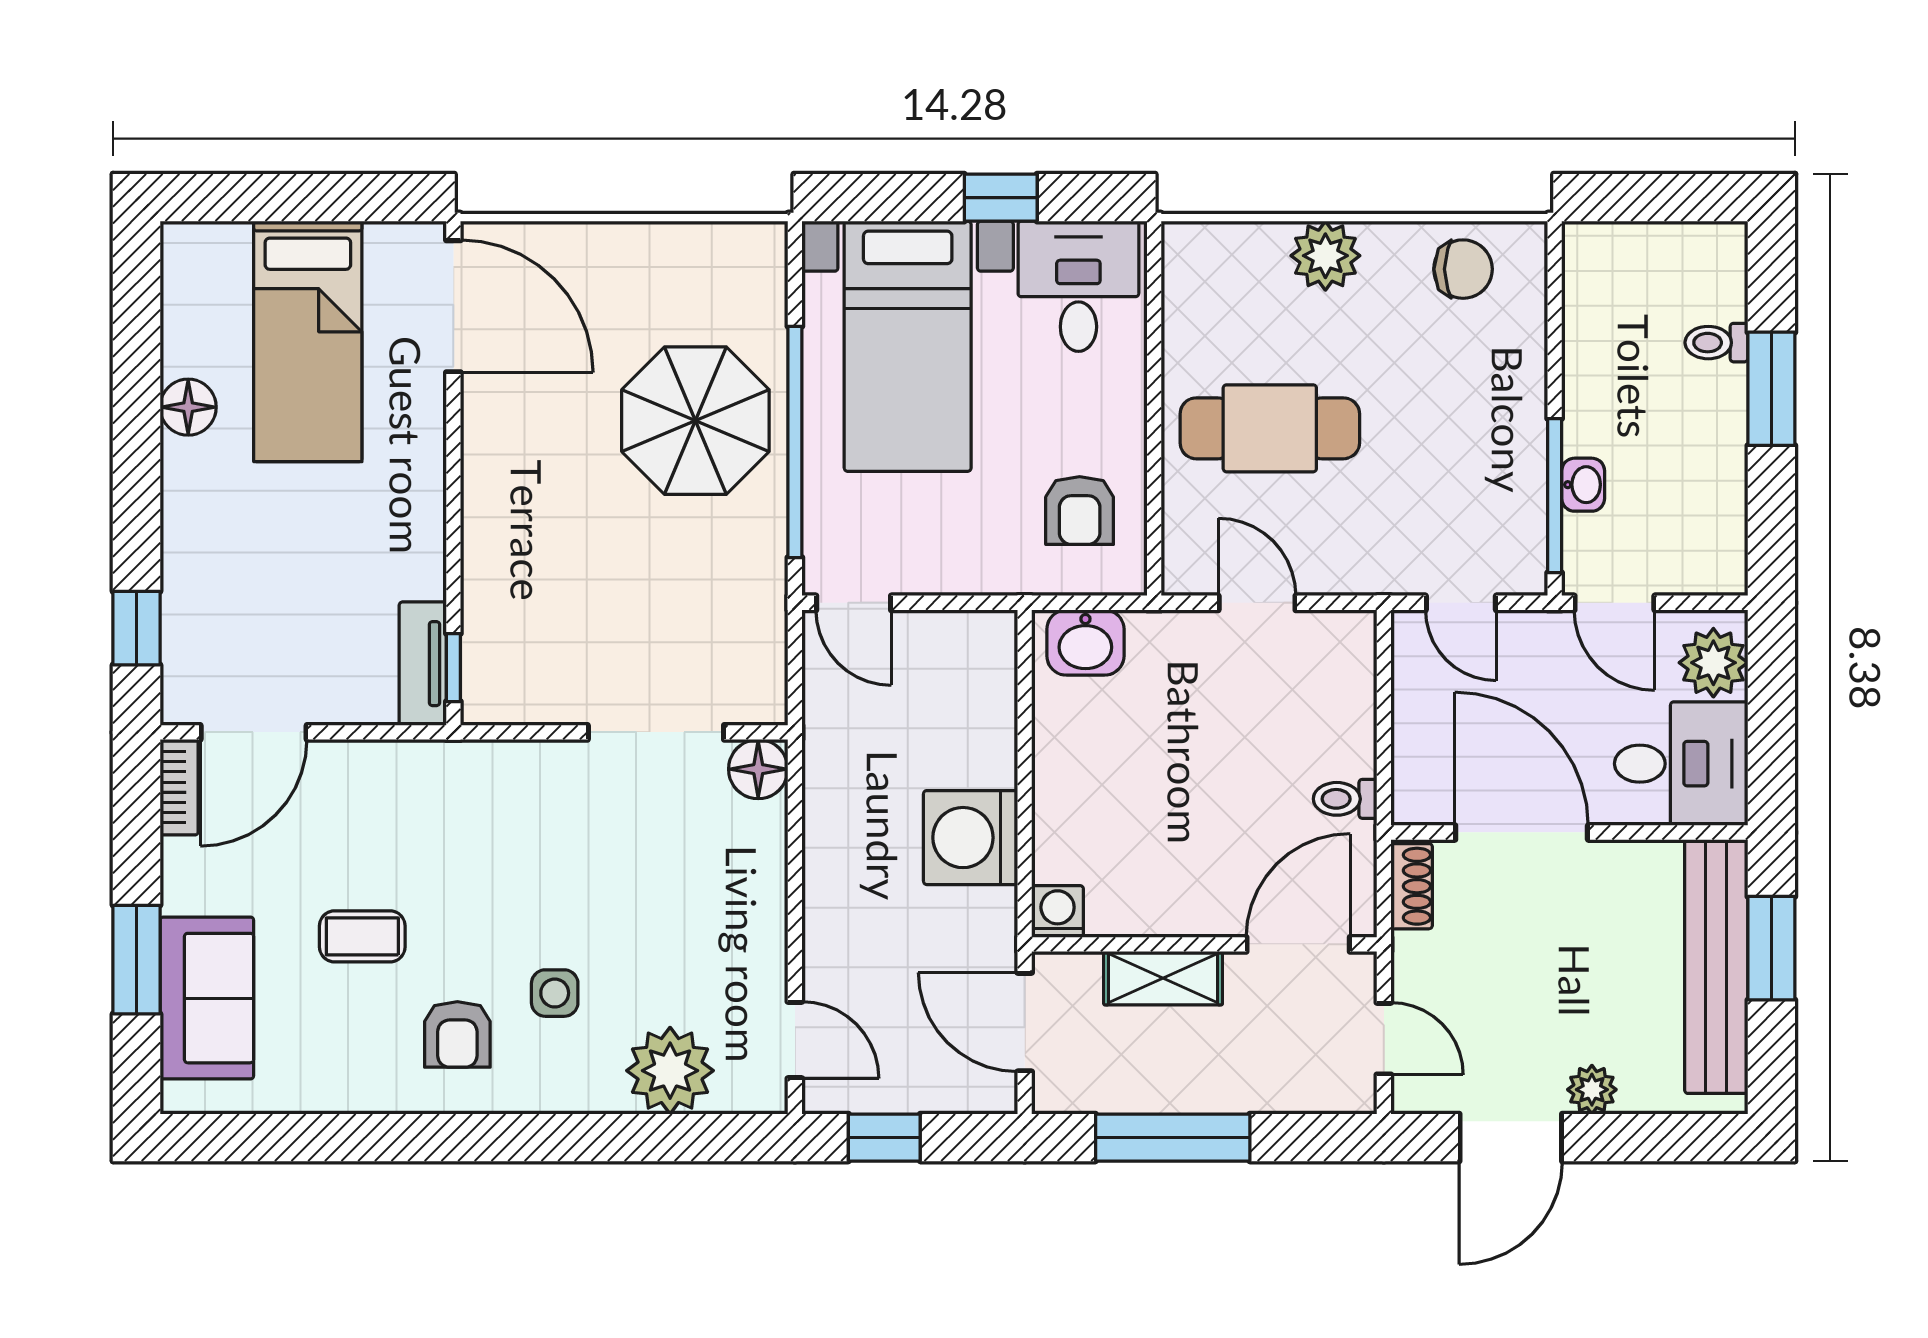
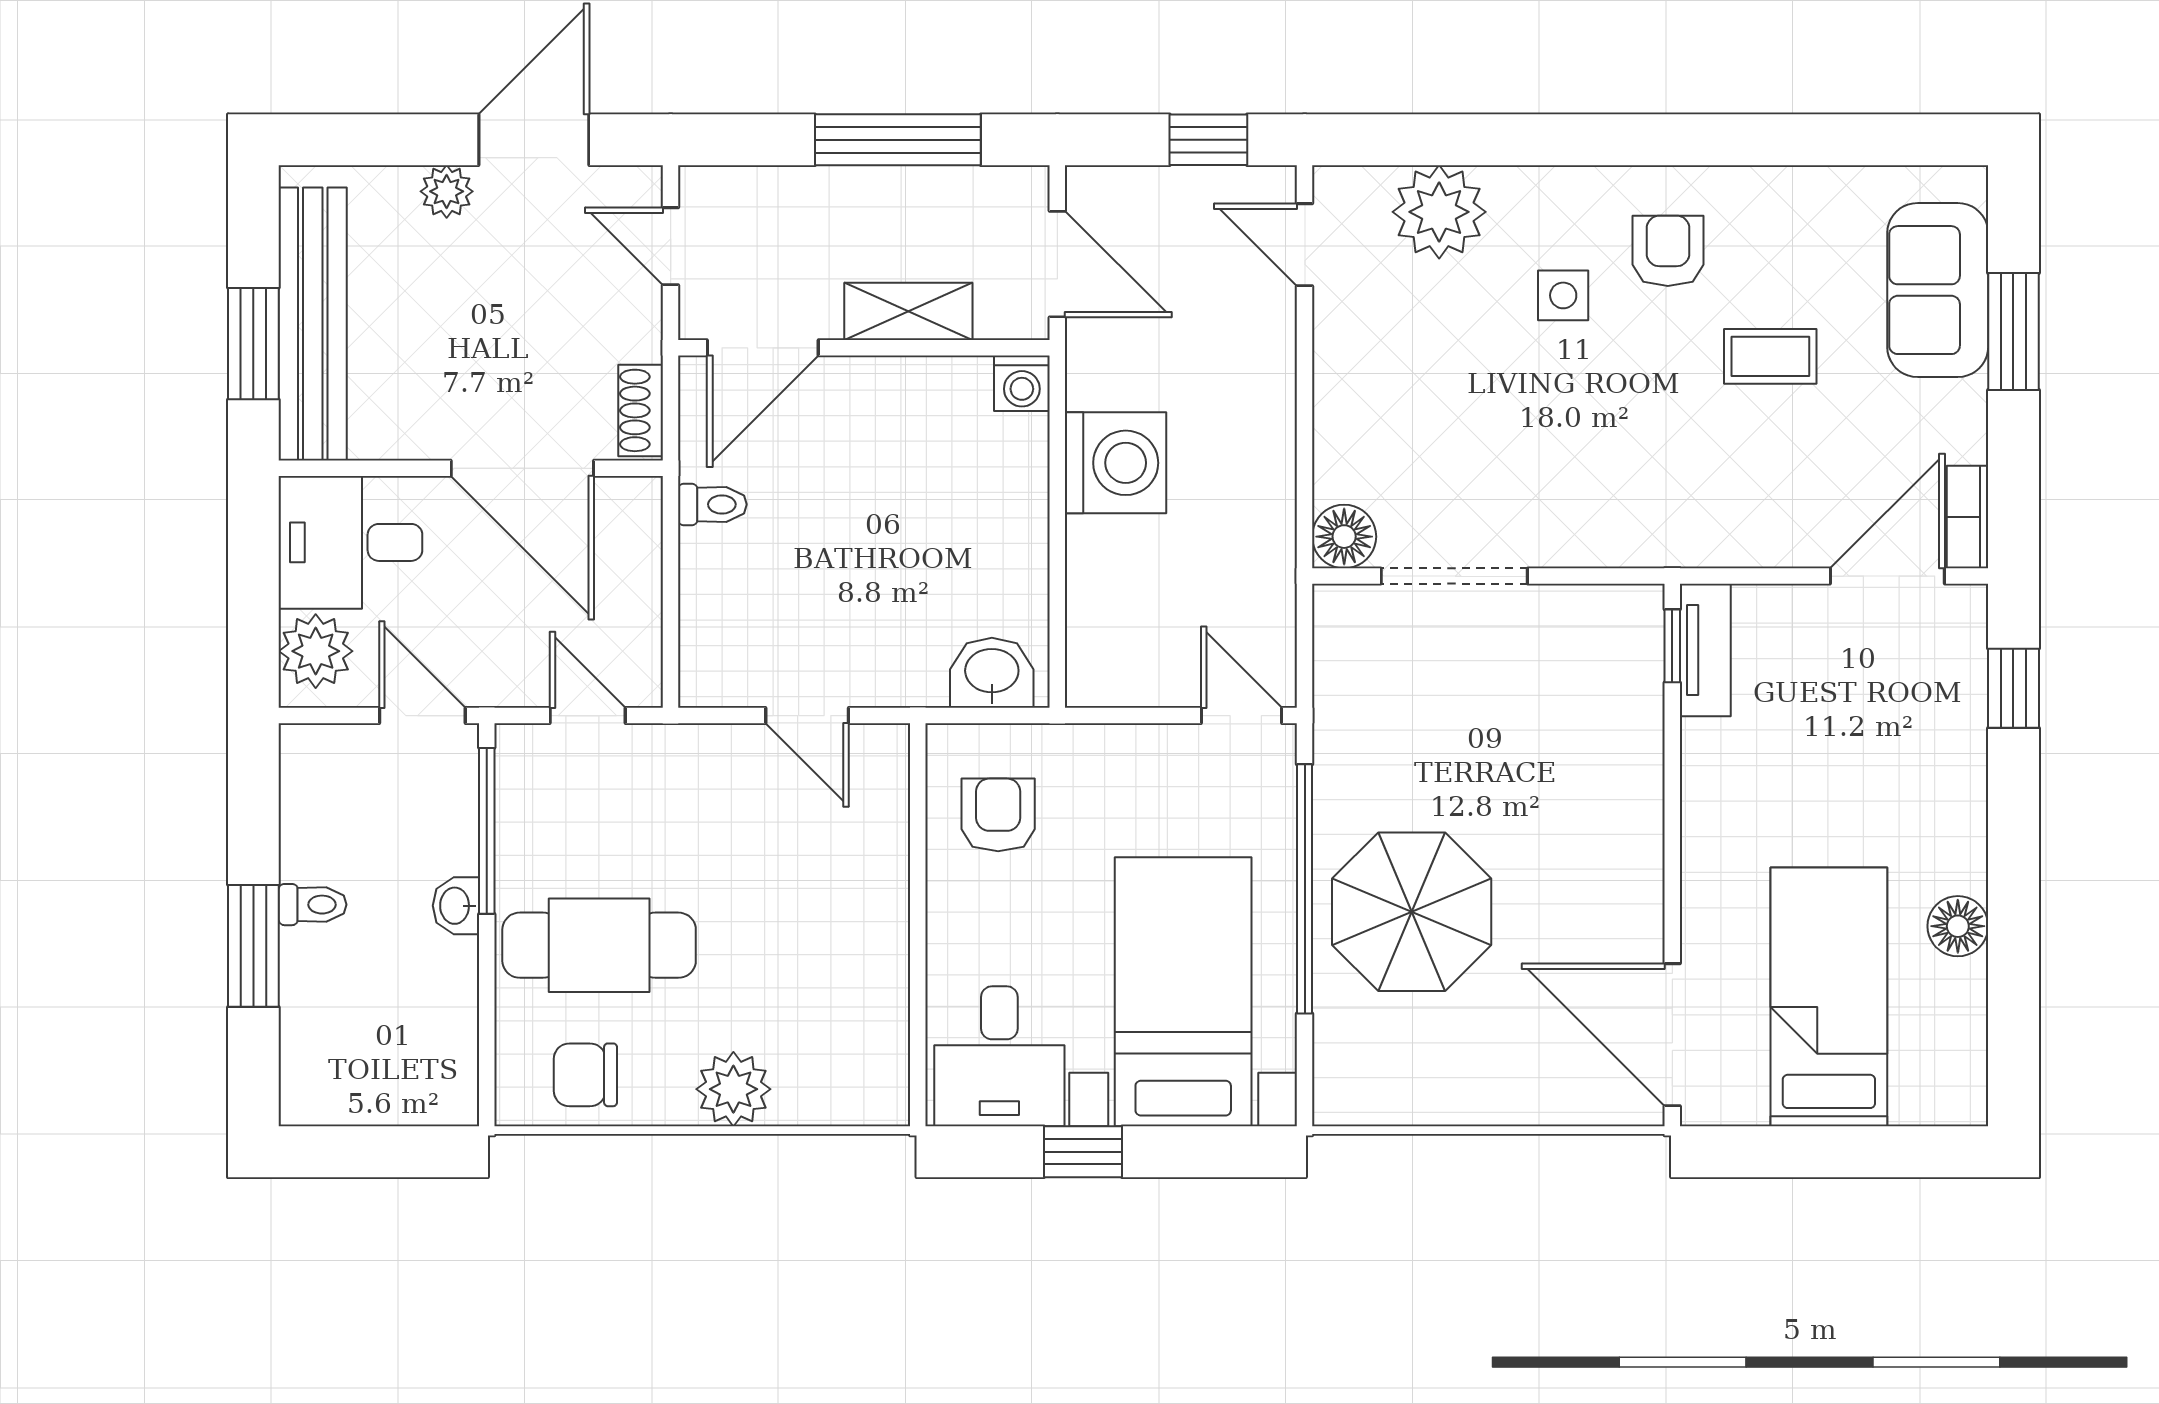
toilet: (1716, 343) -> (313, 905), moved
cafe table: (1270, 428) -> (599, 945), moved
washbasin: (1583, 485) -> (456, 906), moved

